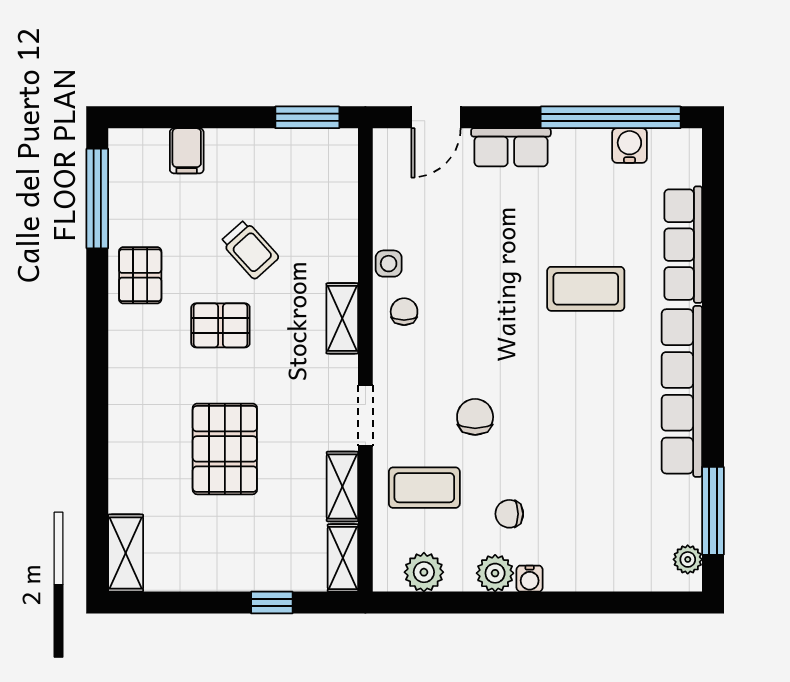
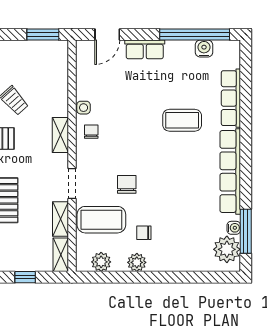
coffee table: (424, 488) -> (101, 220), width x1.36, depth x1.32
plant: (688, 559) -> (227, 249), width x1.88, depth x1.88
water cooler: (530, 579) -> (234, 228), moved, turned -90

